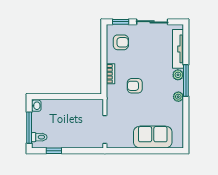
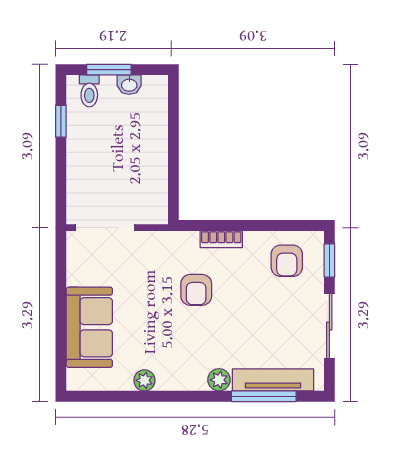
window: (186, 80) -> (264, 396), moved
armchair: (135, 86) -> (196, 290), turned 180
plant: (178, 97) -> (144, 380), moved
washbasin: (36, 106) -> (129, 85), moved
window: (29, 128) -> (109, 70), width x0.69

